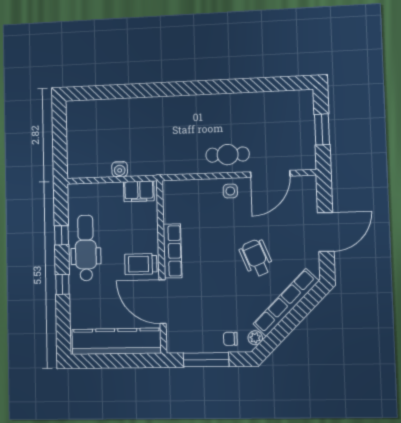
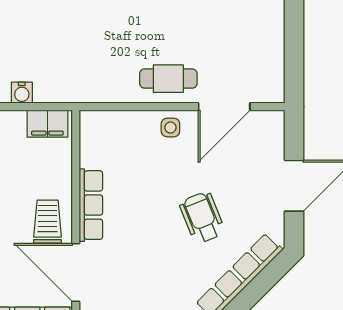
window: (322, 129) -> (294, 50), removed
trolley: (141, 264) -> (48, 222), turned 90

